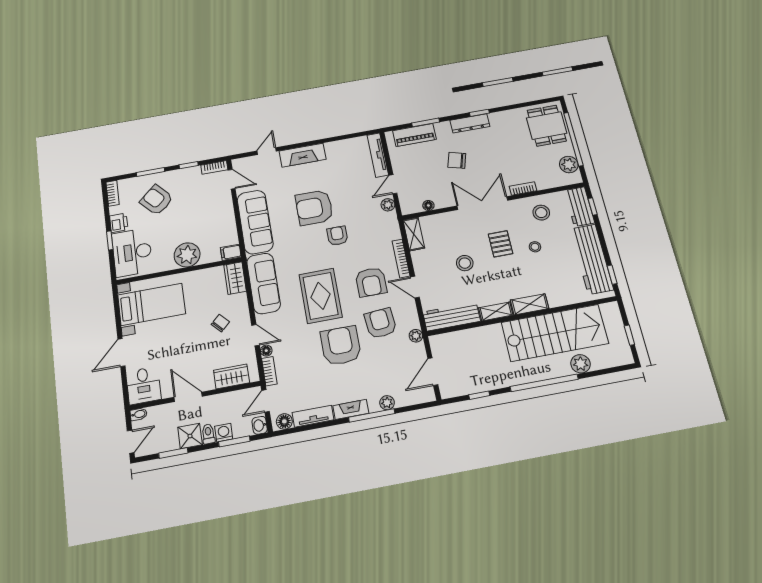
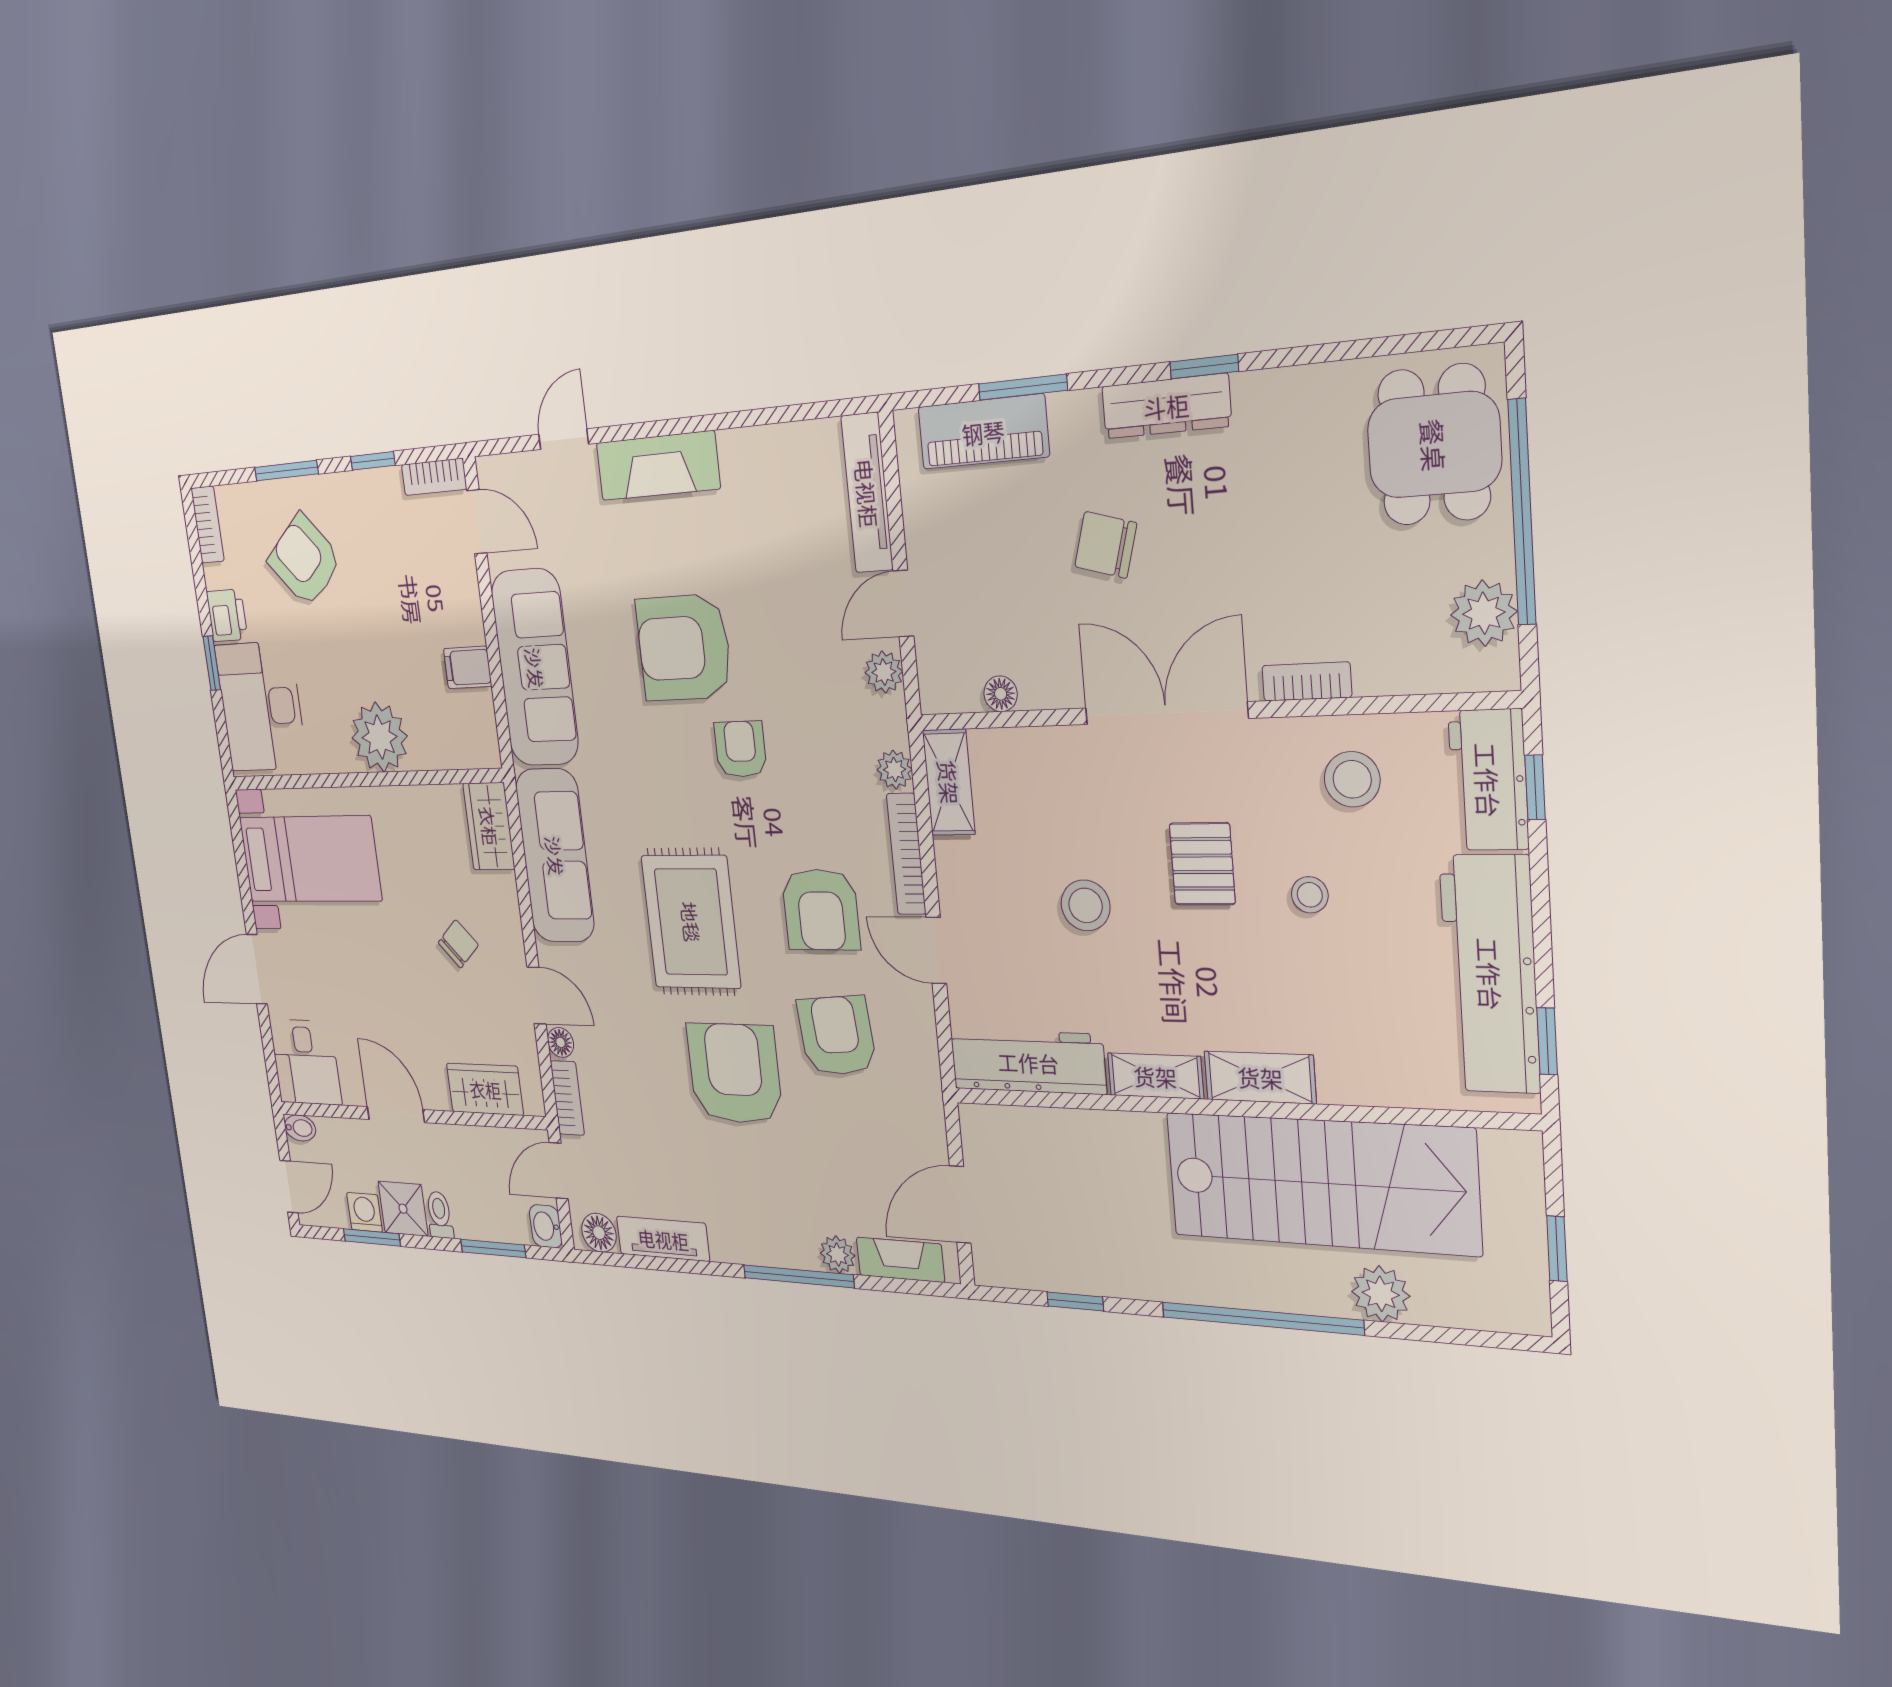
filing cabinet: (231, 252) -> (468, 667), moved
plant: (416, 336) -> (894, 770), moved
fireplace: (351, 409) -> (900, 1260), moved
washing machine: (224, 433) -> (365, 1212), moved

